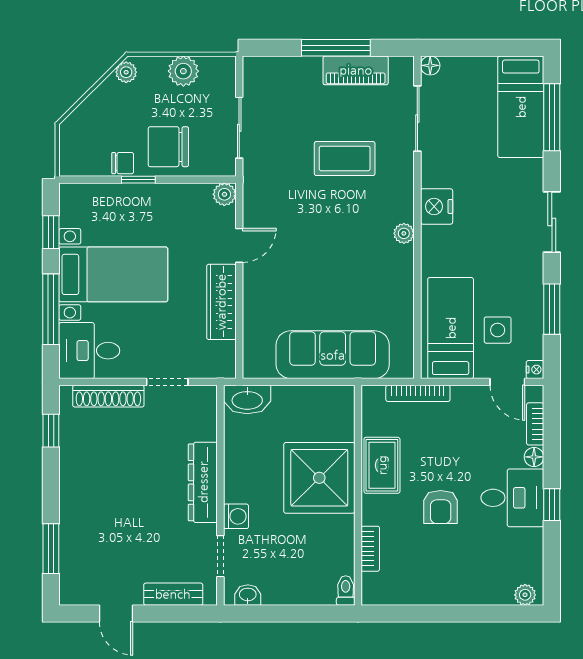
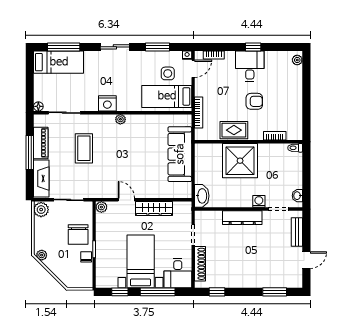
plant: (183, 71) -> (41, 210), moved
fireplace: (283, 72) -> (41, 178), added
floor lamp: (534, 457) -> (230, 56), removed

